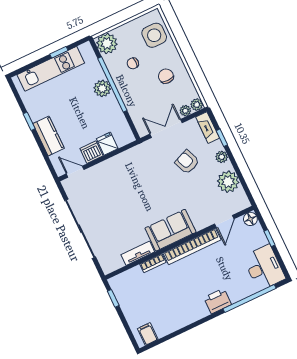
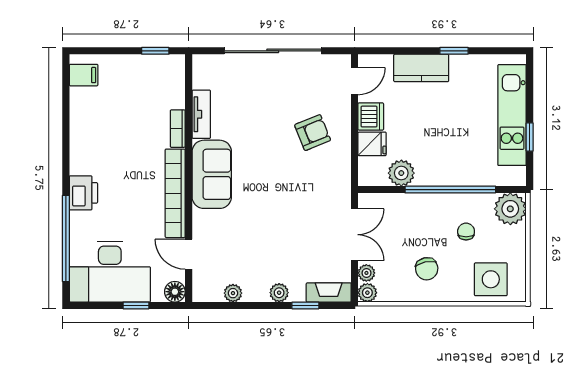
chair: (166, 76) -> (427, 269), turned 78
plant: (102, 88) -> (401, 173), moved
armchair: (187, 162) -> (313, 133), moved
plant: (228, 182) -> (233, 293), width x0.53, depth x0.53
desk: (264, 268) -> (110, 272), width x1.36, depth x1.30

